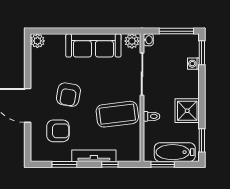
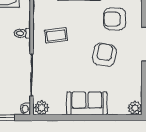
sofa: (93, 45) -> (87, 103), width x0.73
coffee table: (117, 114) -> (56, 35), width x0.54, depth x0.58

